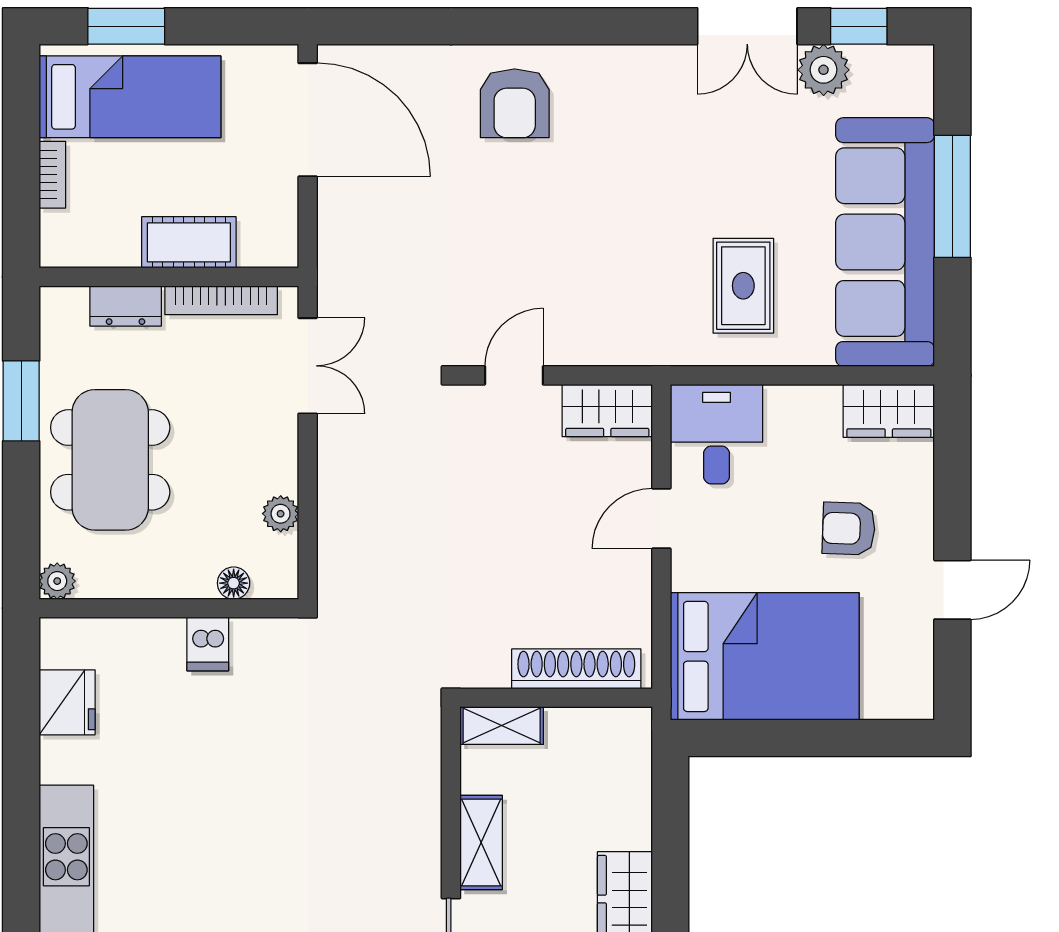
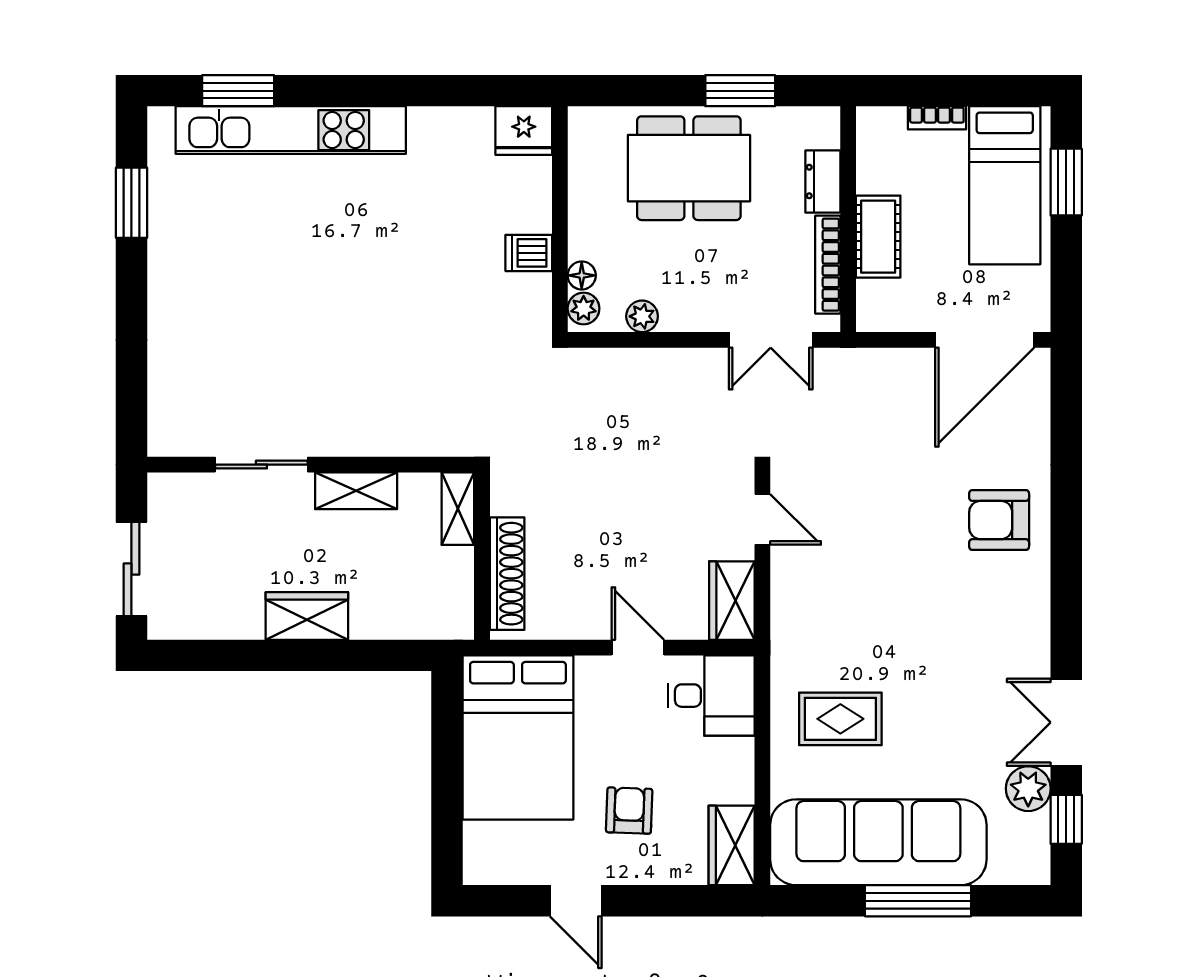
plant: (57, 581) -> (584, 308), moved
fridge: (67, 702) -> (524, 131), moved

